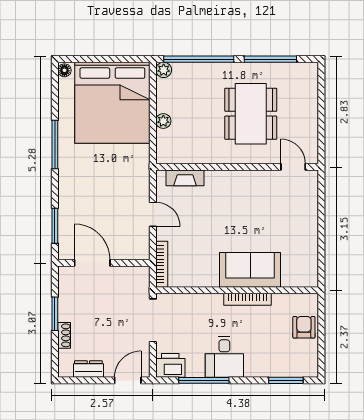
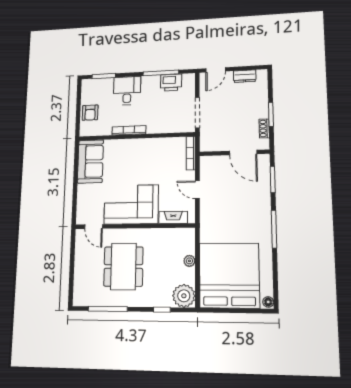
window: (199, 59) -> (162, 310), width x0.32
plant: (164, 70) -> (184, 296), width x1.88, depth x1.88
window: (55, 145) -> (274, 229), moved
corner sofa: (242, 196) -> (131, 205), added
sofa: (250, 270) -> (90, 161), moved, turned -90
shoe rack: (64, 335) -> (264, 128), moved
desk: (224, 357) -> (127, 91), moved
printer: (170, 365) -> (171, 83), moved

